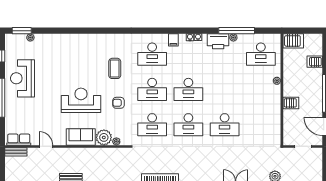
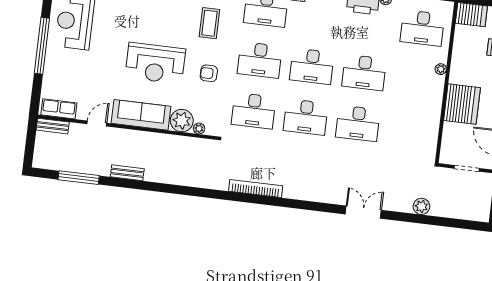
desk: (225, 89) -> (364, 73), added
reception desk: (81, 100) -> (155, 63), turned 180
server rack: (291, 103) -> (462, 104), width x2.18, depth x1.44
sofa: (81, 137) -> (141, 115), width x1.36
door: (46, 146) -> (97, 124), hinge flipped

